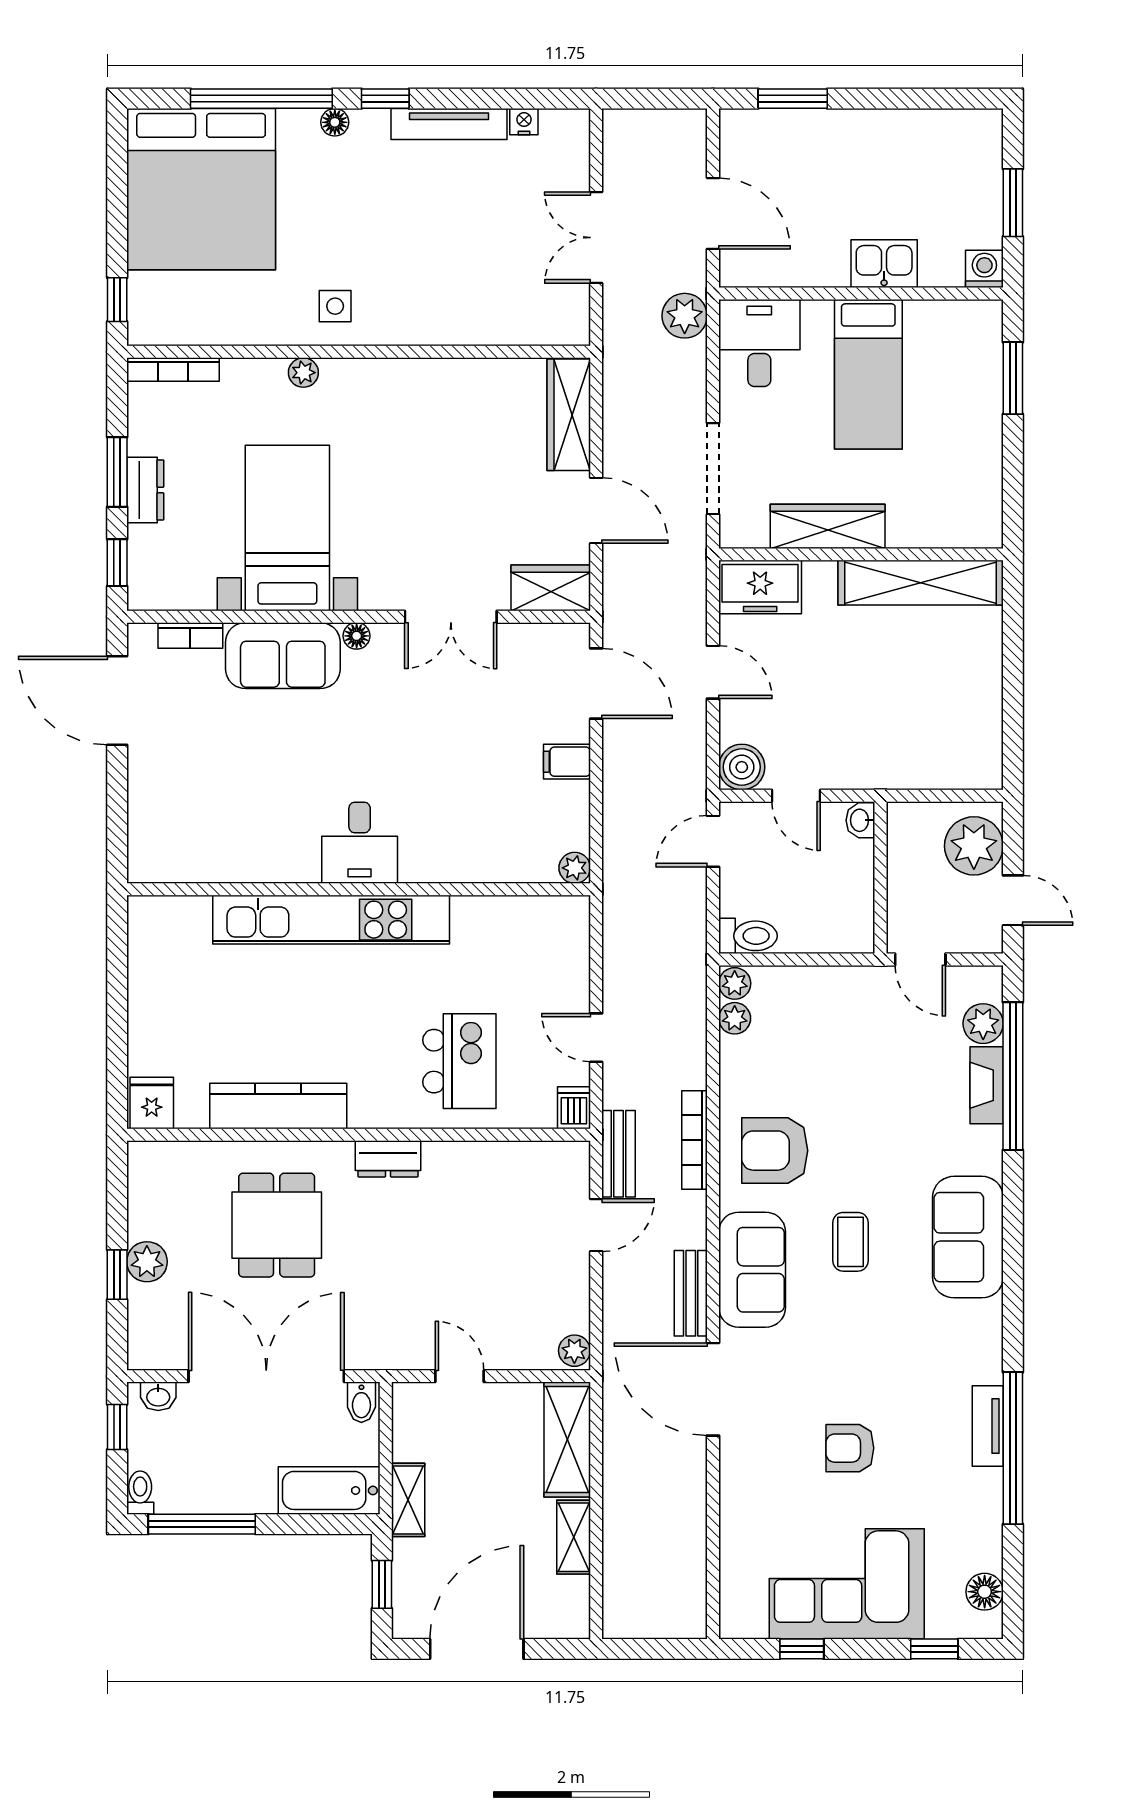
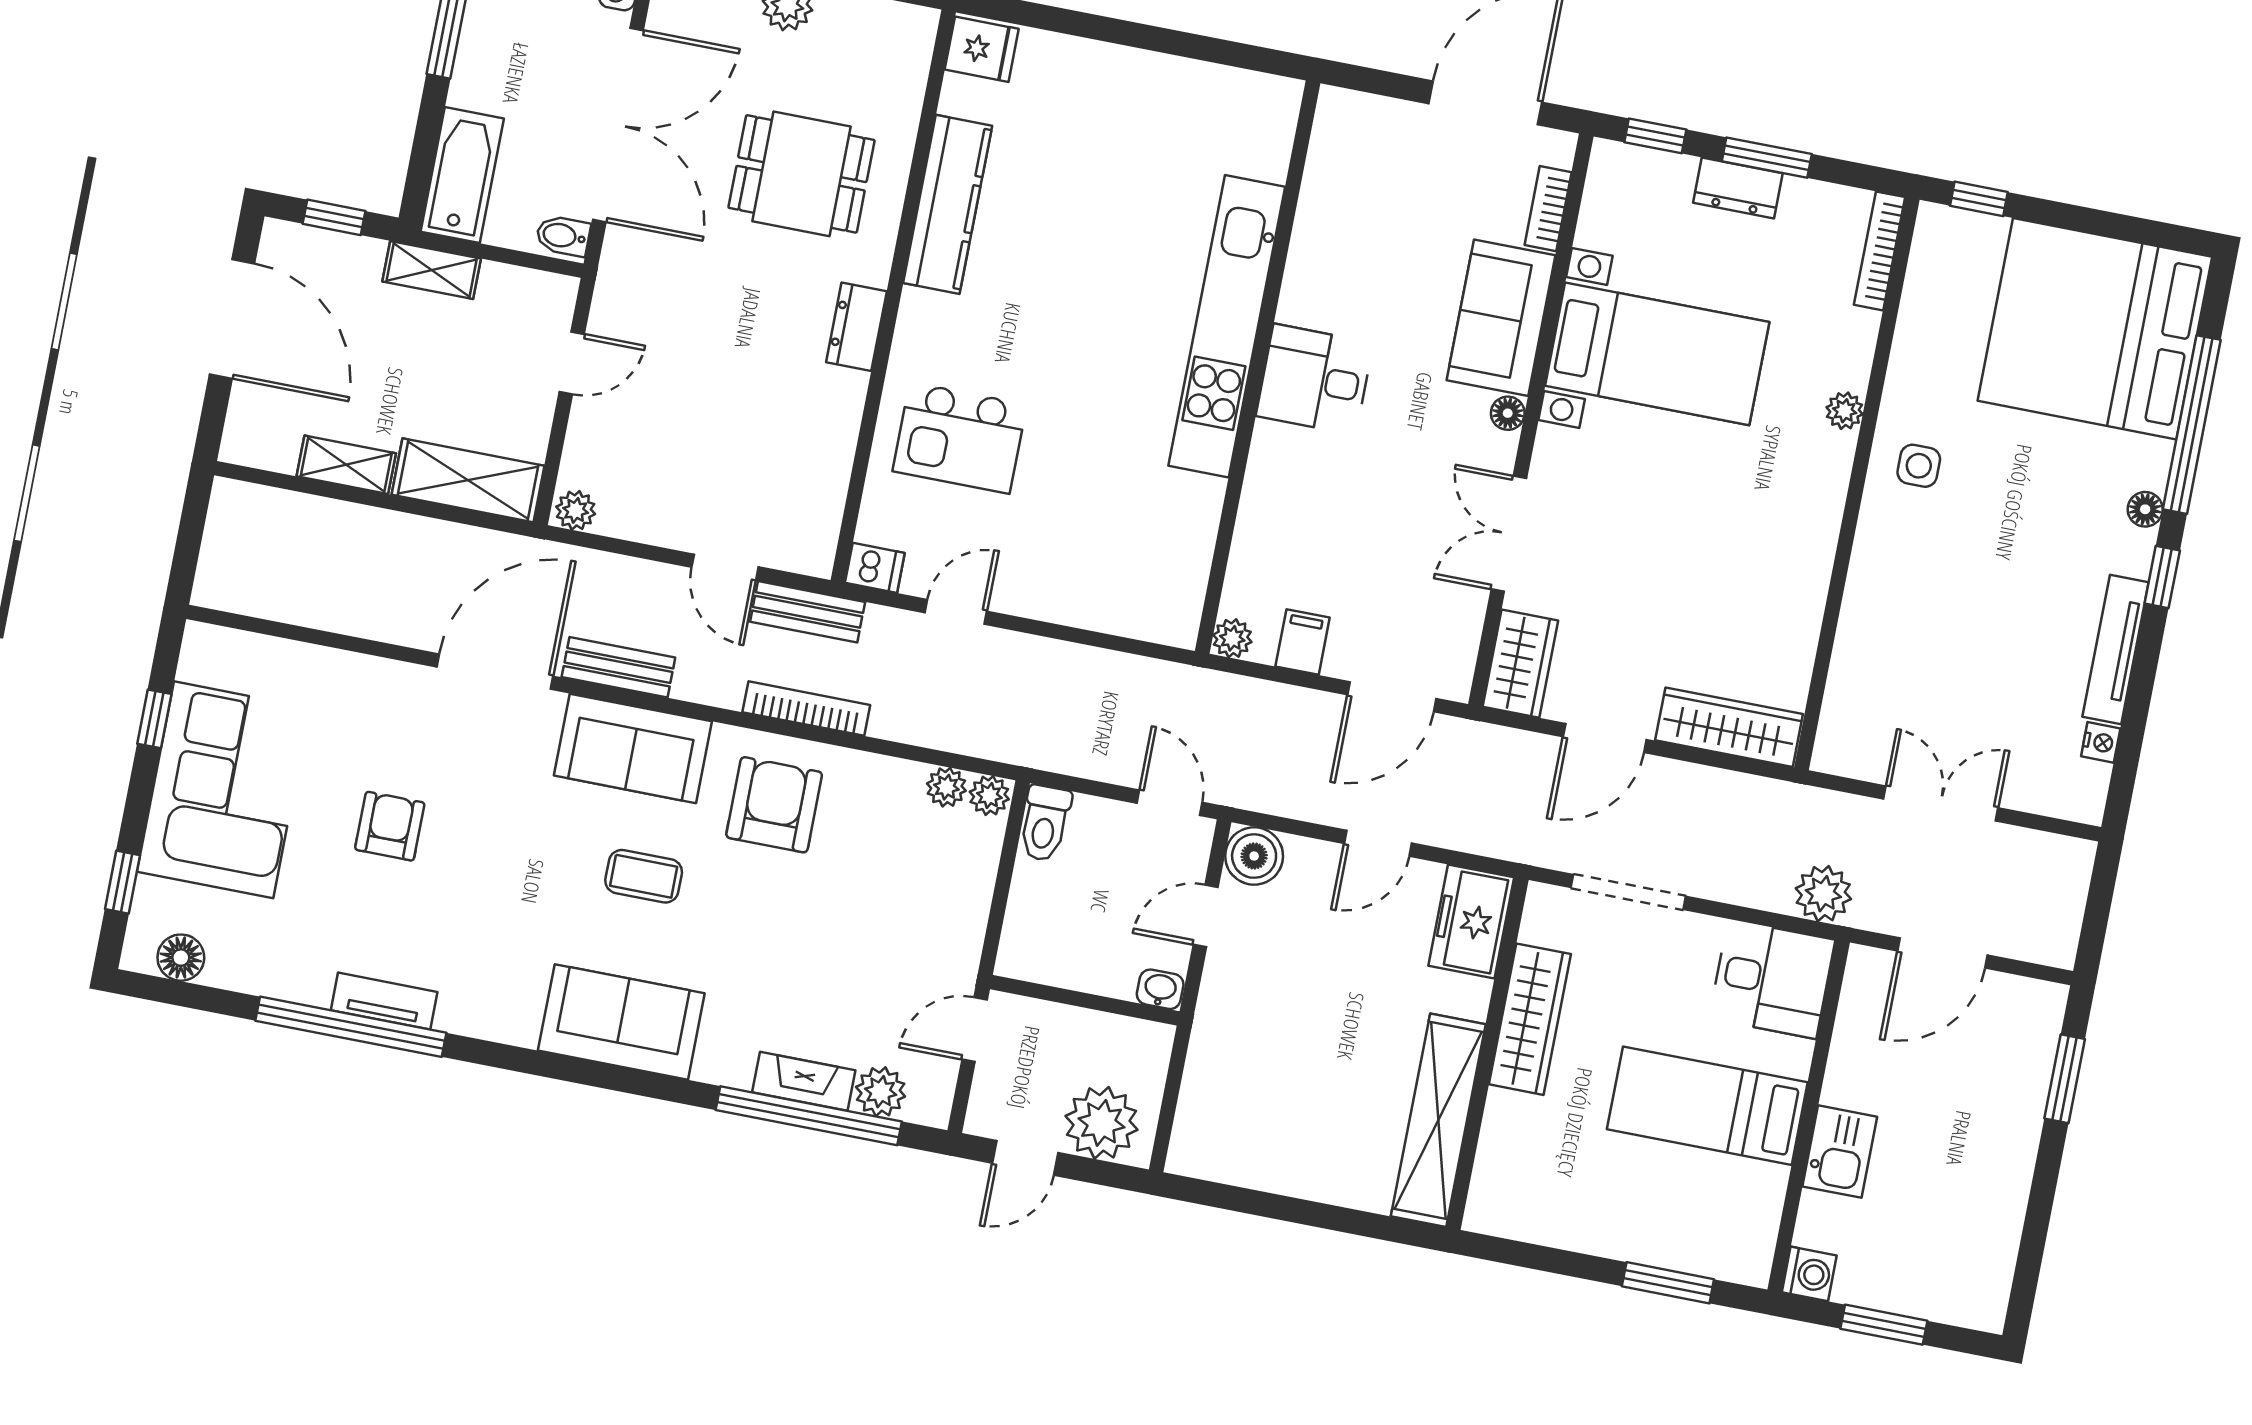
desk: (360, 843) -> (1315, 379), moved
plant: (575, 868) -> (1232, 638), moved
wall: (359, 889) -> (1258, 367), moved
kitchen unit: (331, 920) -> (1227, 326), moved

